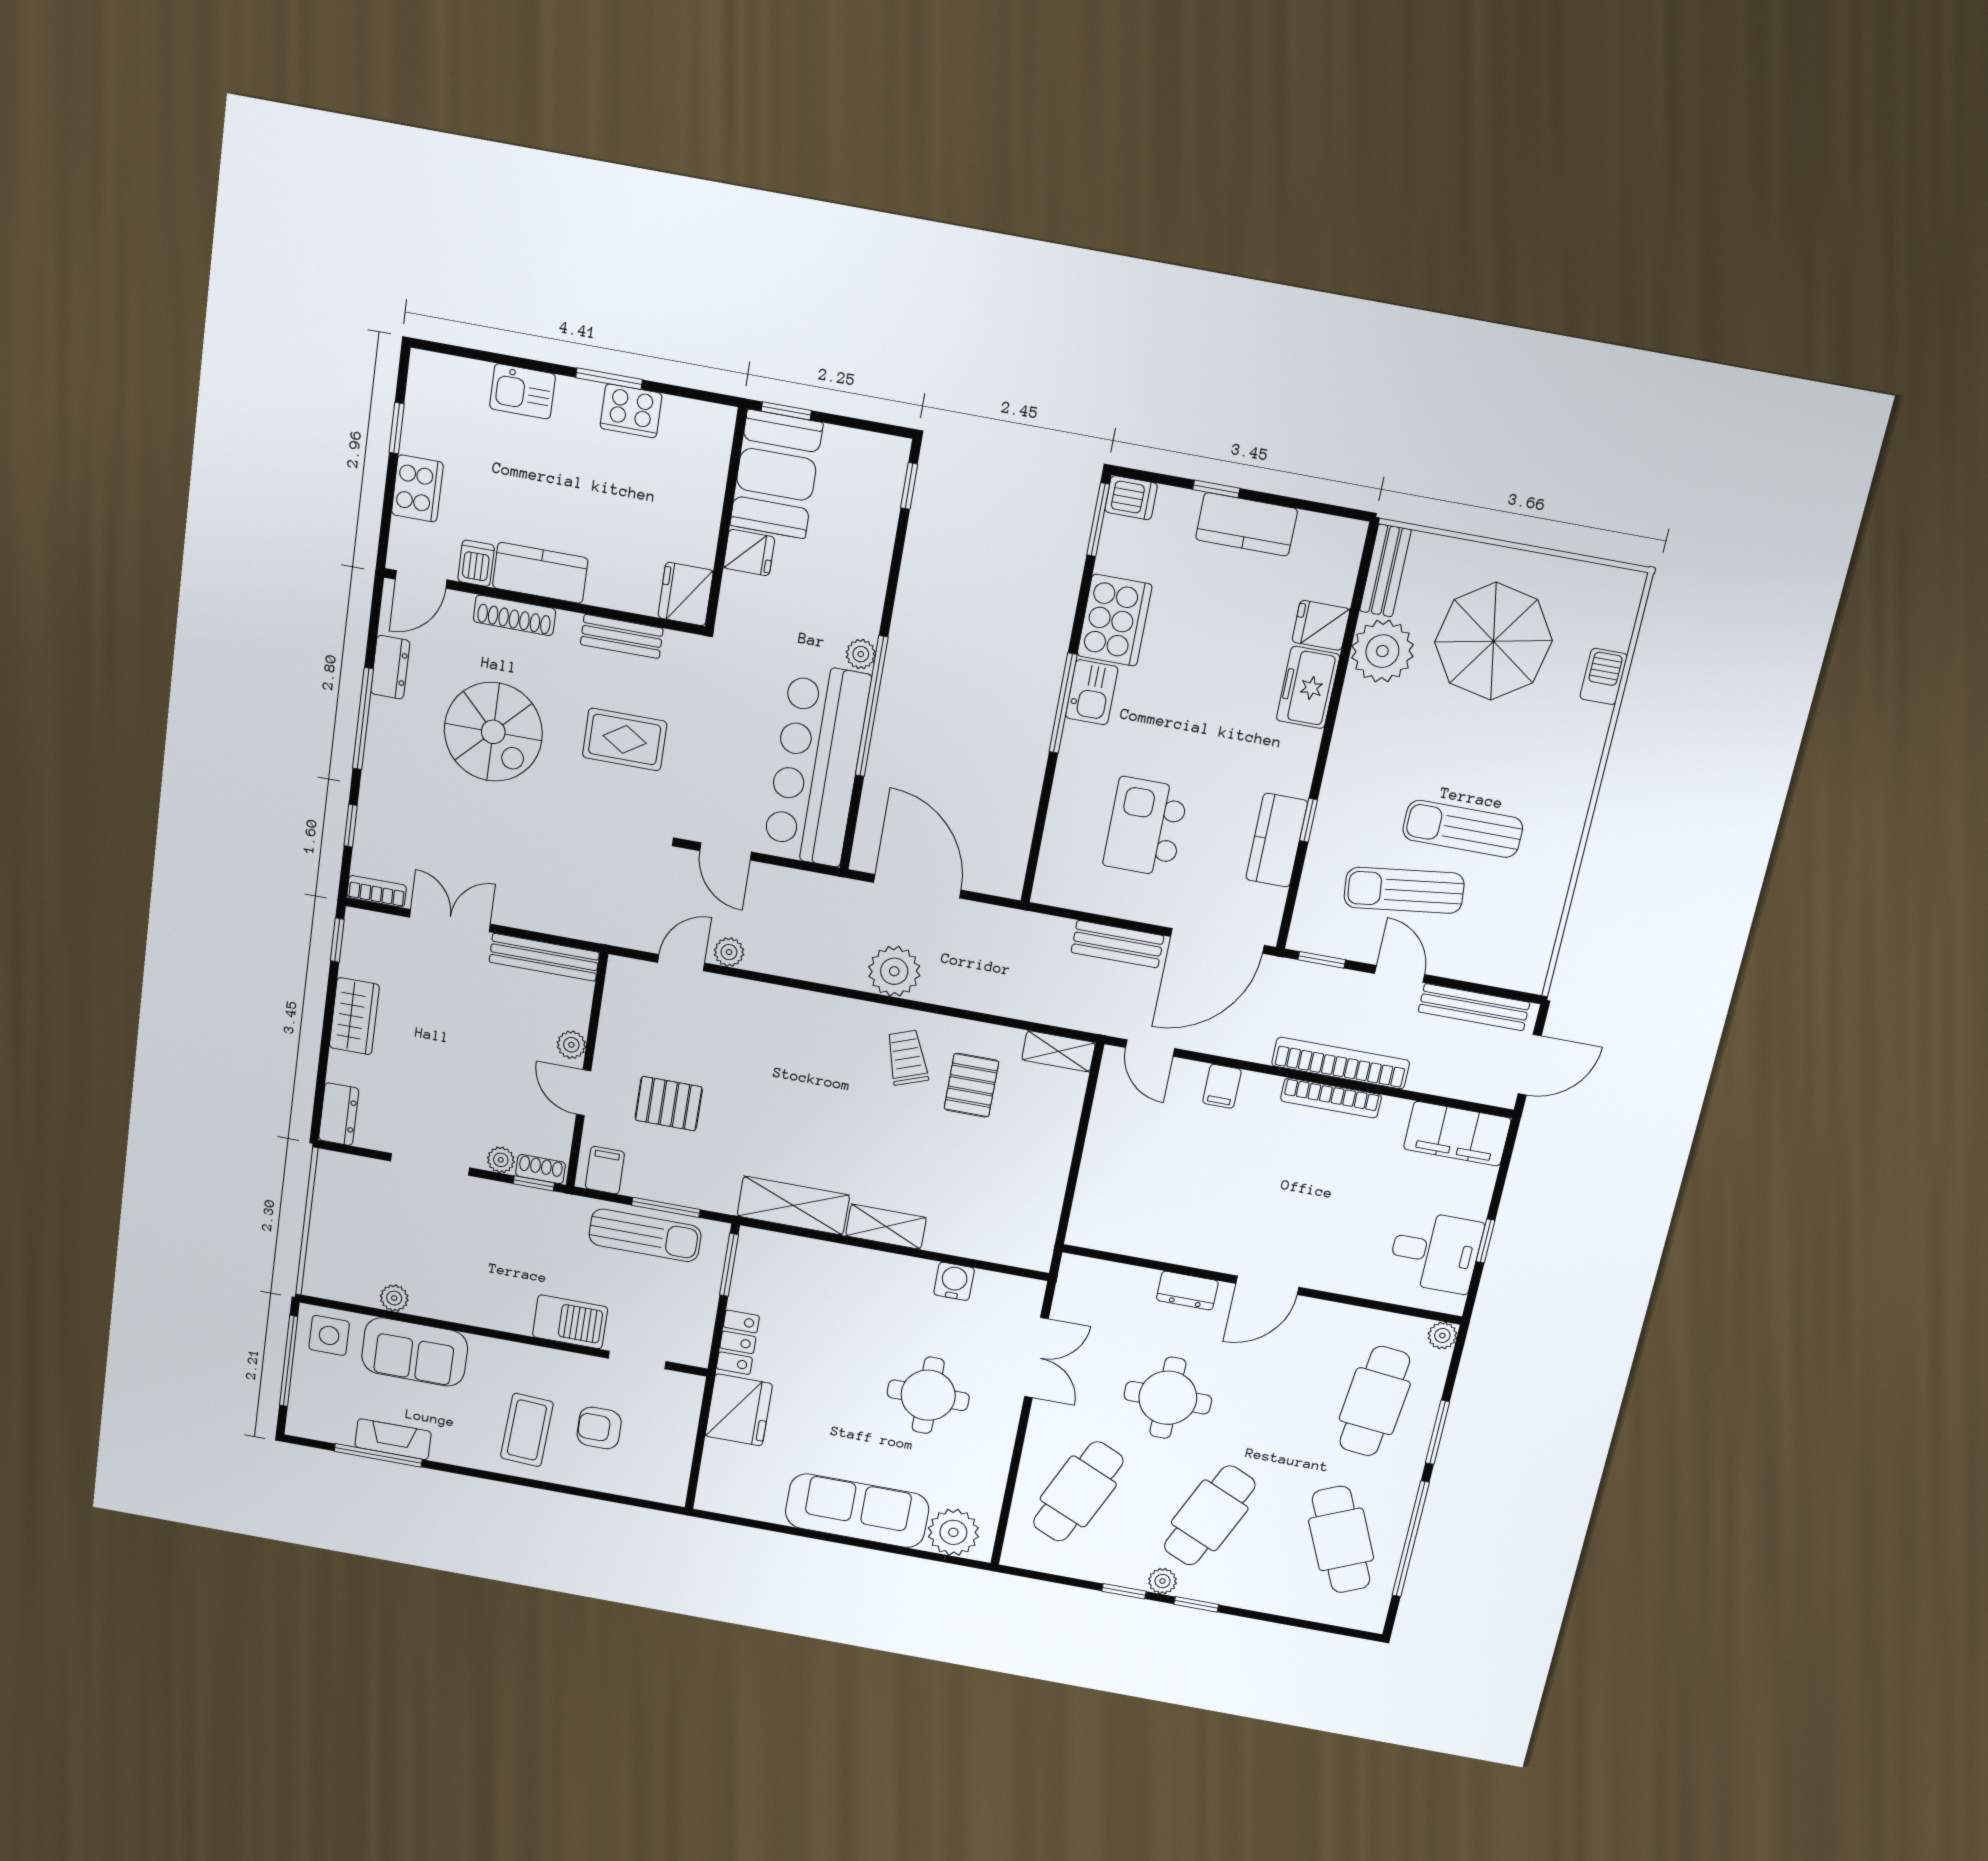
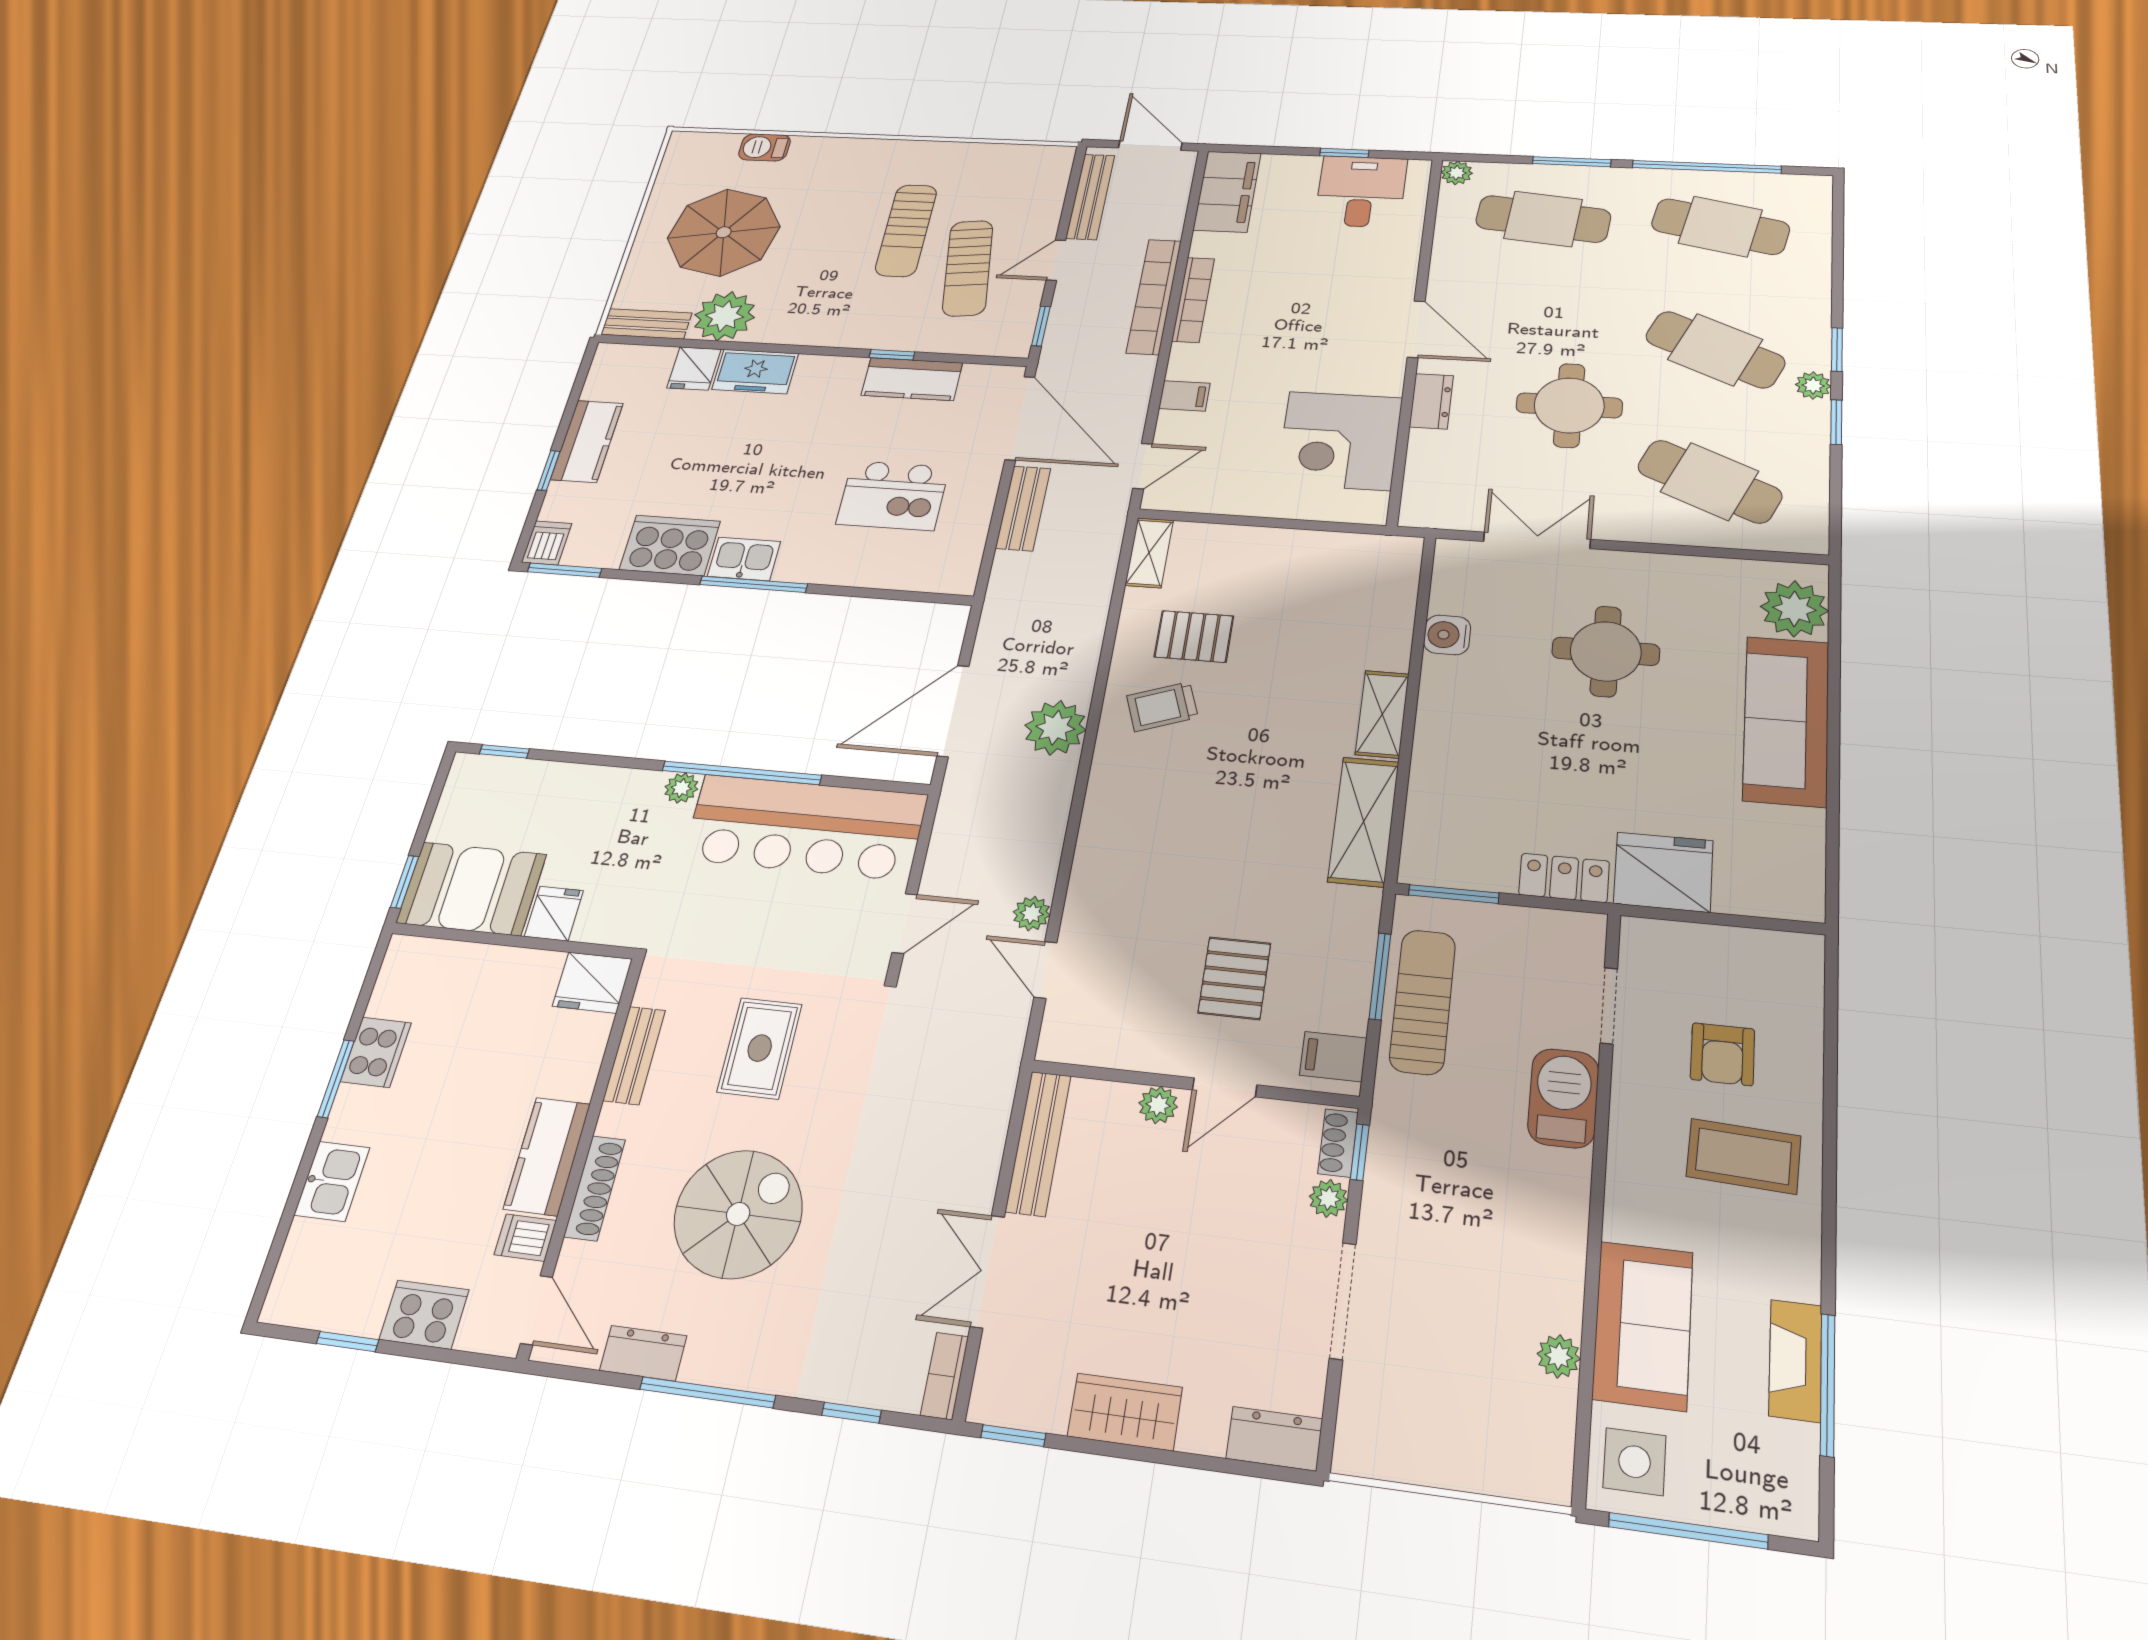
corner desk: (1156, 1213) -> (1339, 441), added
cafe table: (1341, 1539) -> (1720, 227), turned 36

